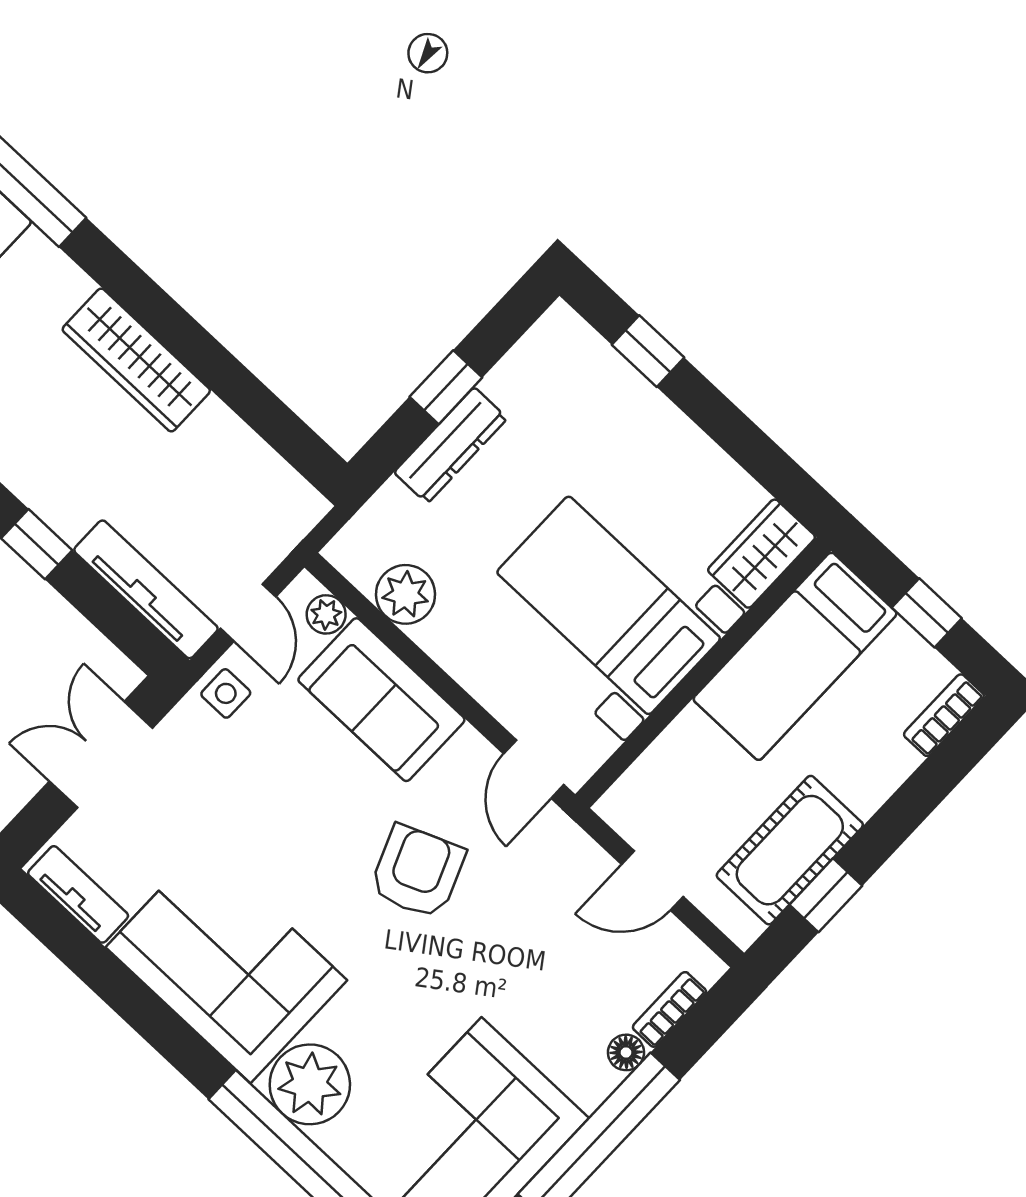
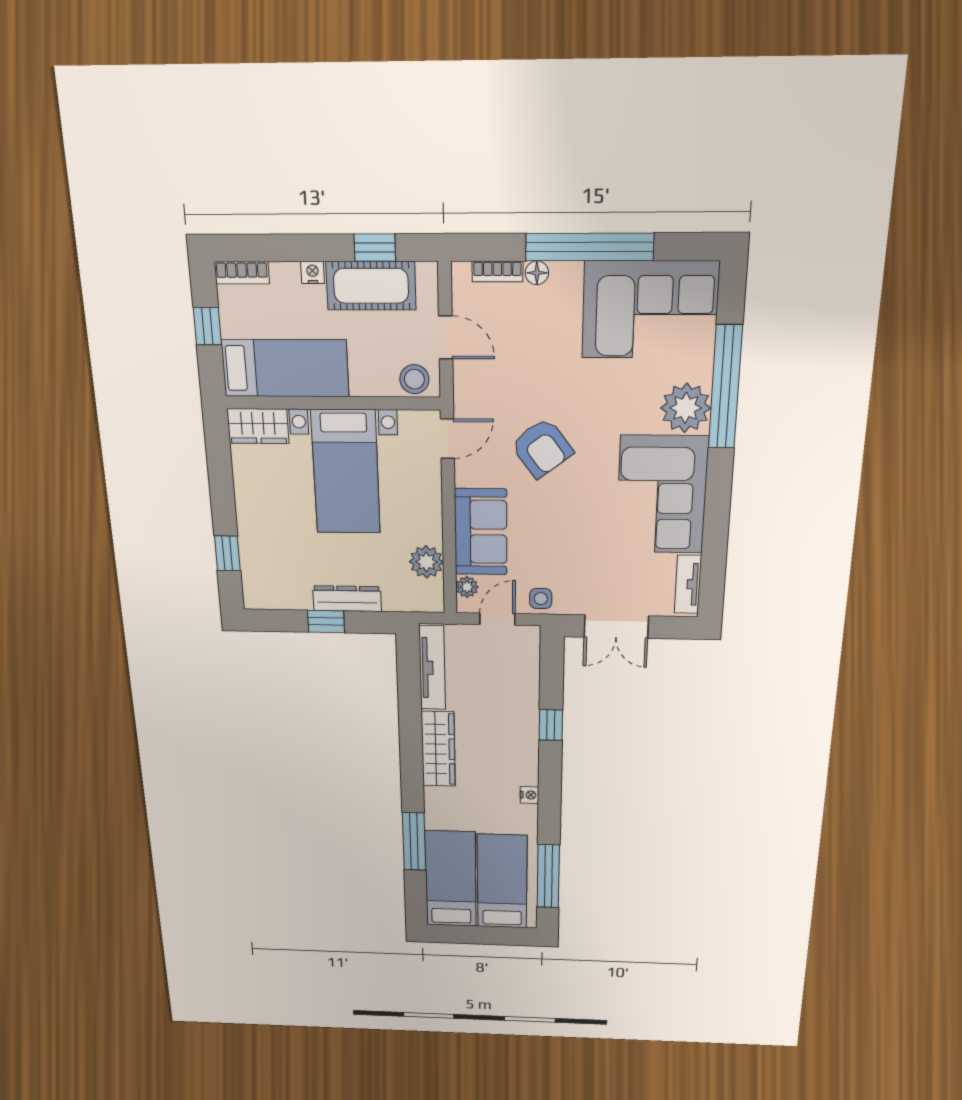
tv unit: (146, 589) -> (432, 668), moved, turned 180
nightstand: (867, 797) -> (313, 272), added
stool: (640, 798) -> (414, 379), added
armchair: (417, 872) -> (542, 448), turned -105

